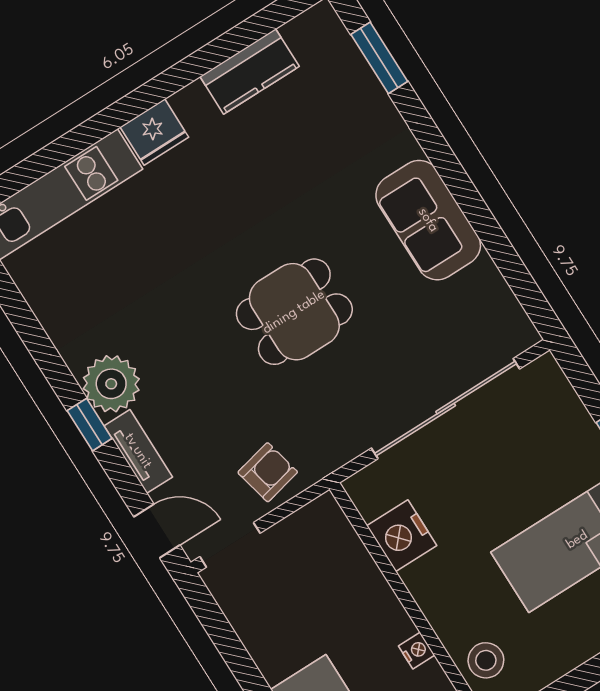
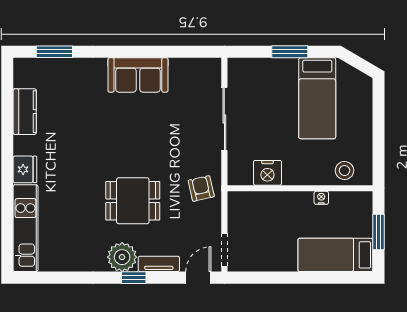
dining table: (294, 312) -> (133, 201), moved, turned 90
sliding door: (446, 409) -> (224, 119), width x0.73
armchair: (268, 472) -> (201, 188), moved

